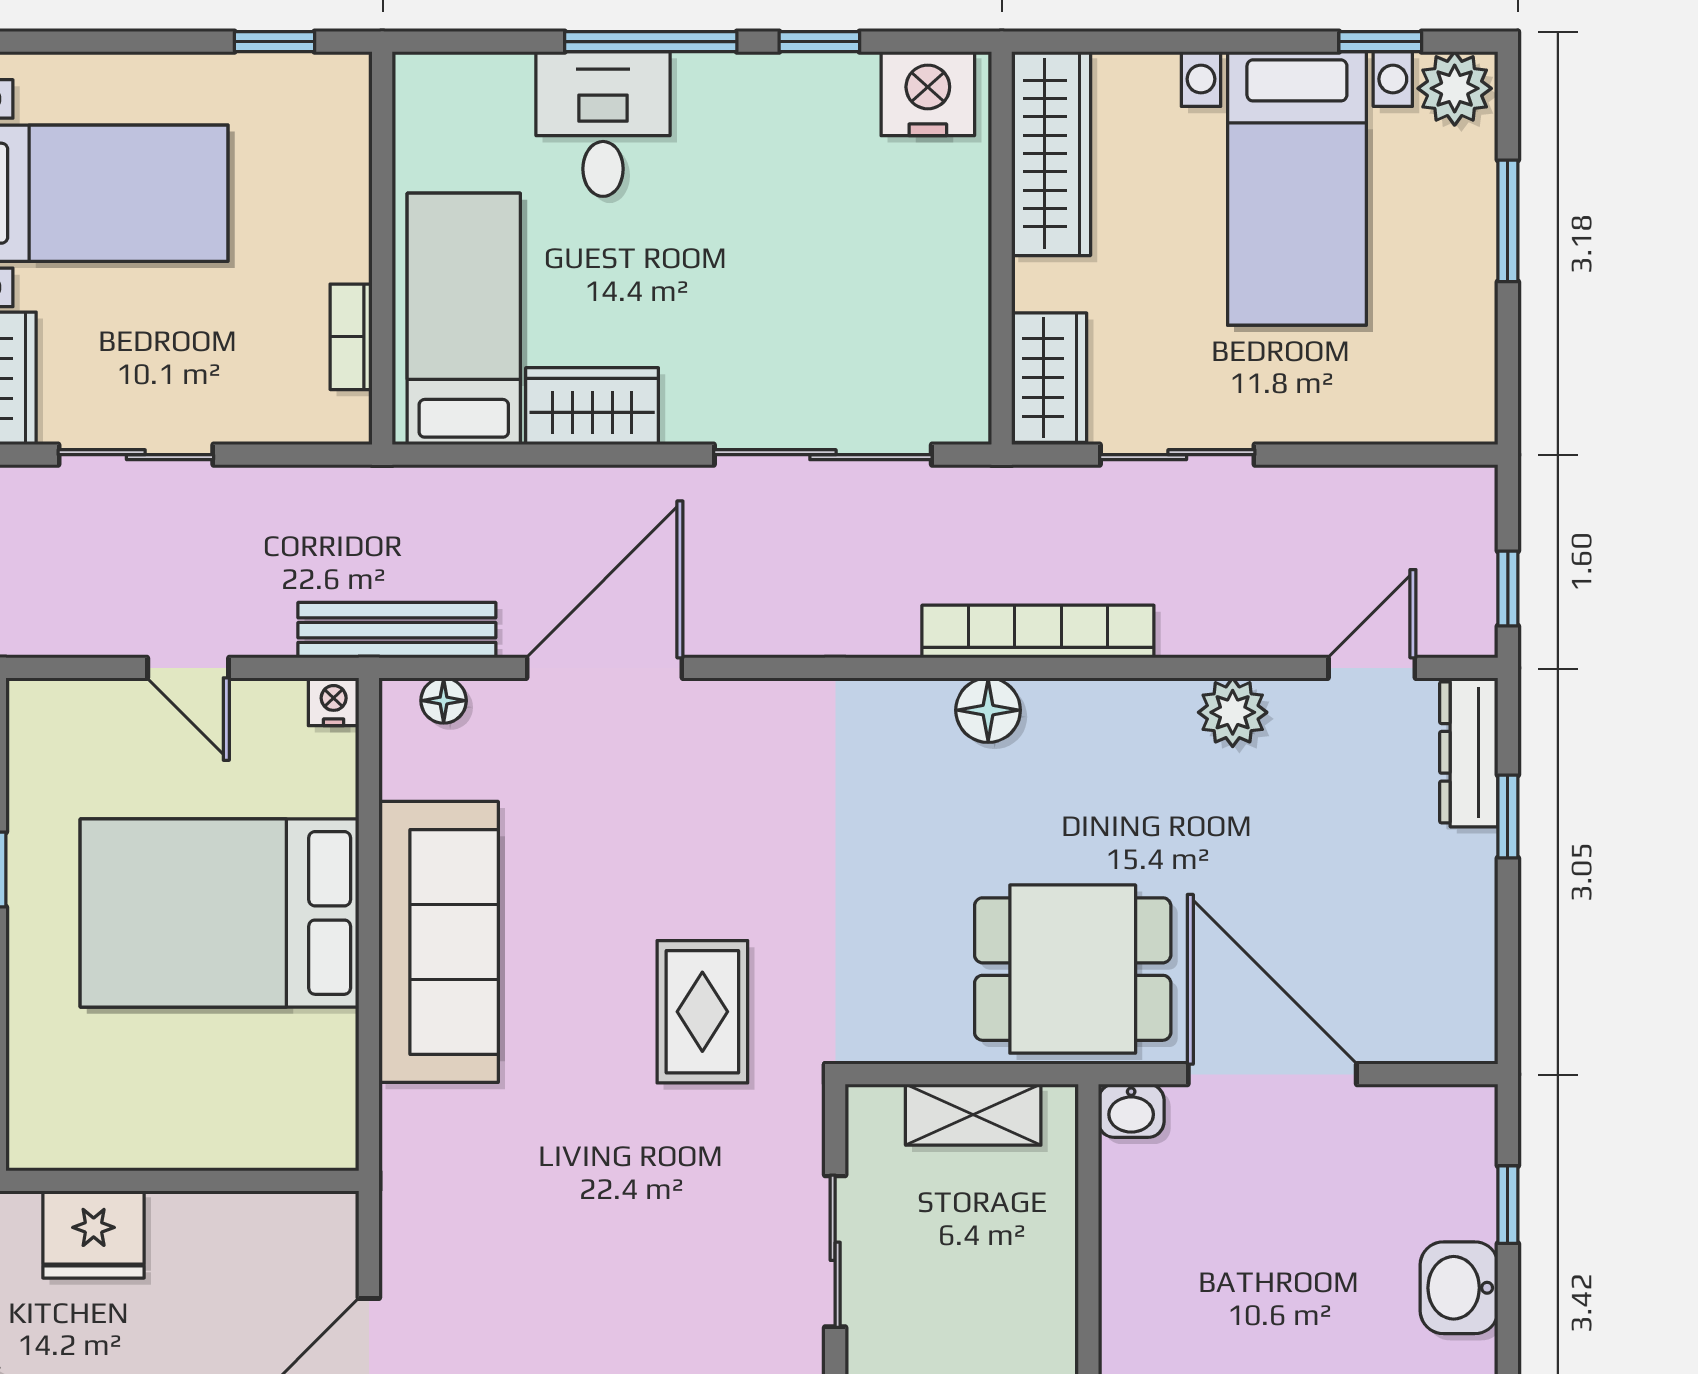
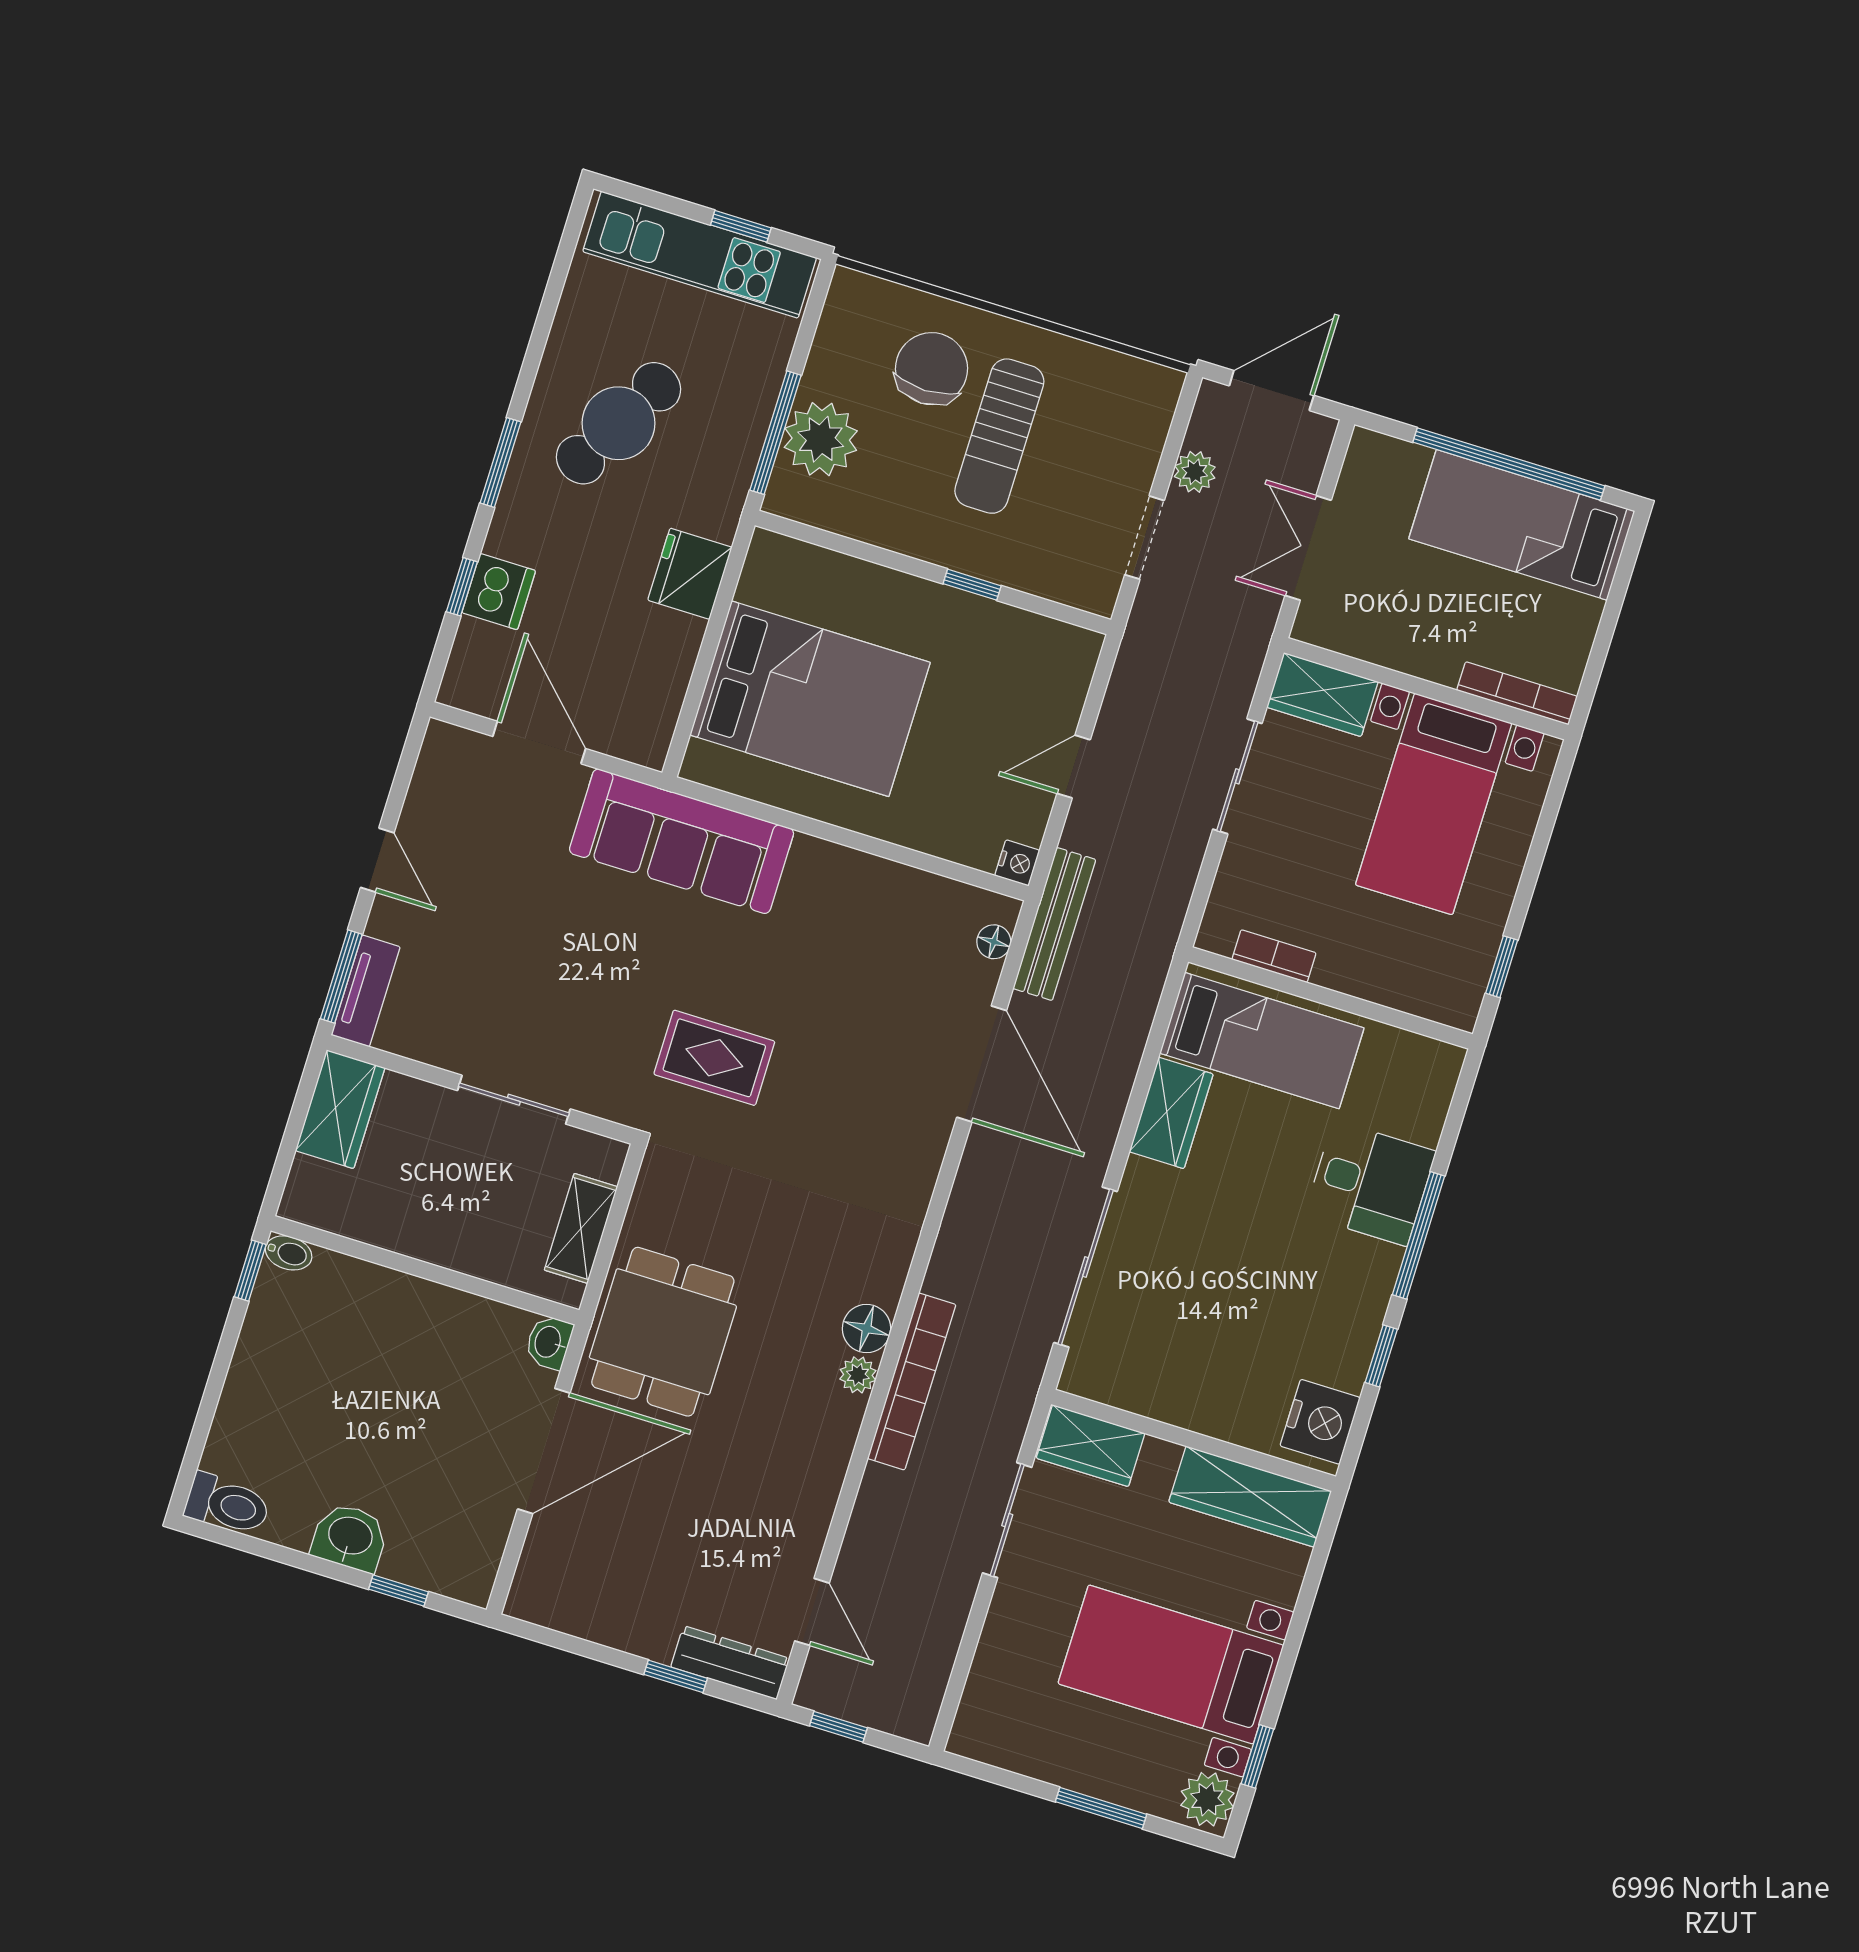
plant: (1233, 712) -> (858, 1375), moved, width x0.73, depth x0.73
bed: (220, 913) -> (810, 699), moved, turned 90
sofa: (439, 942) -> (682, 841), moved

